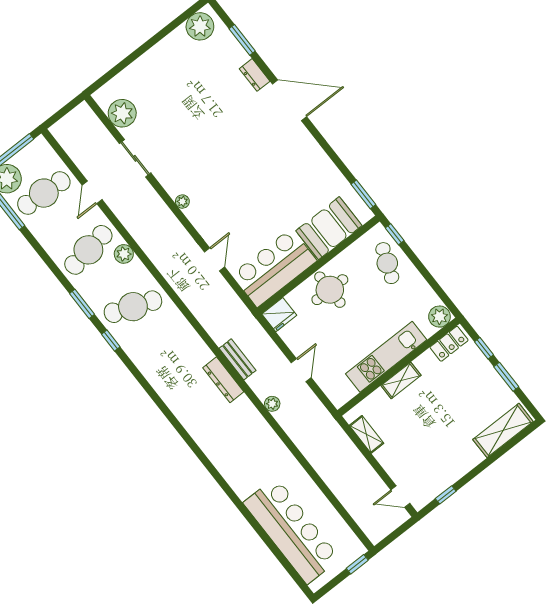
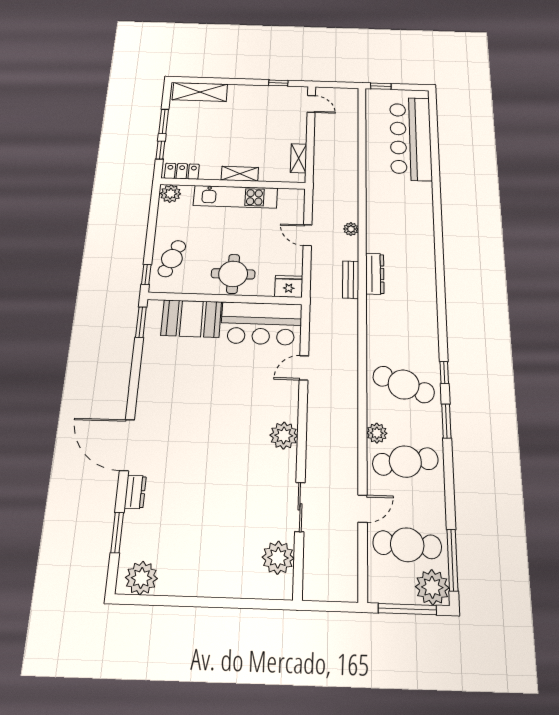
plant: (182, 202) -> (284, 436), width x1.87, depth x1.87
door: (301, 370) -> (308, 235), hinge flipped

